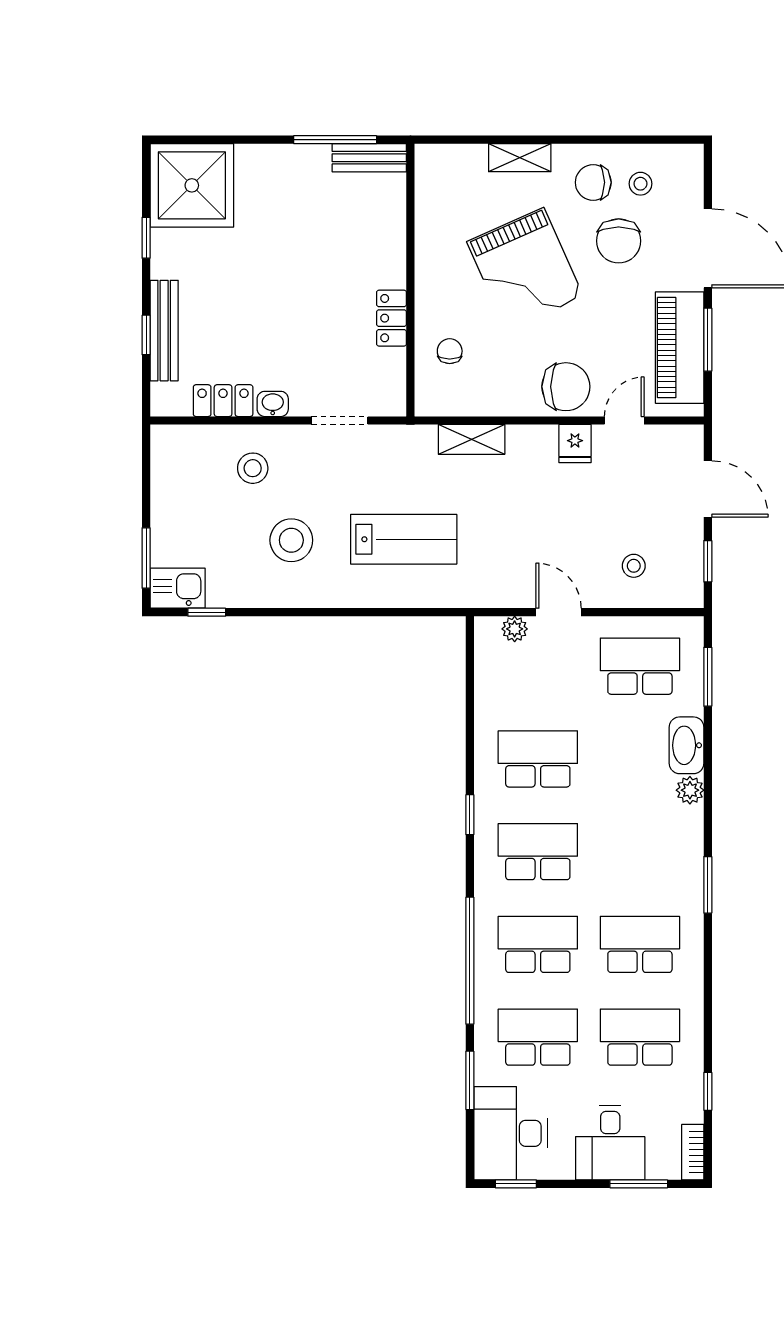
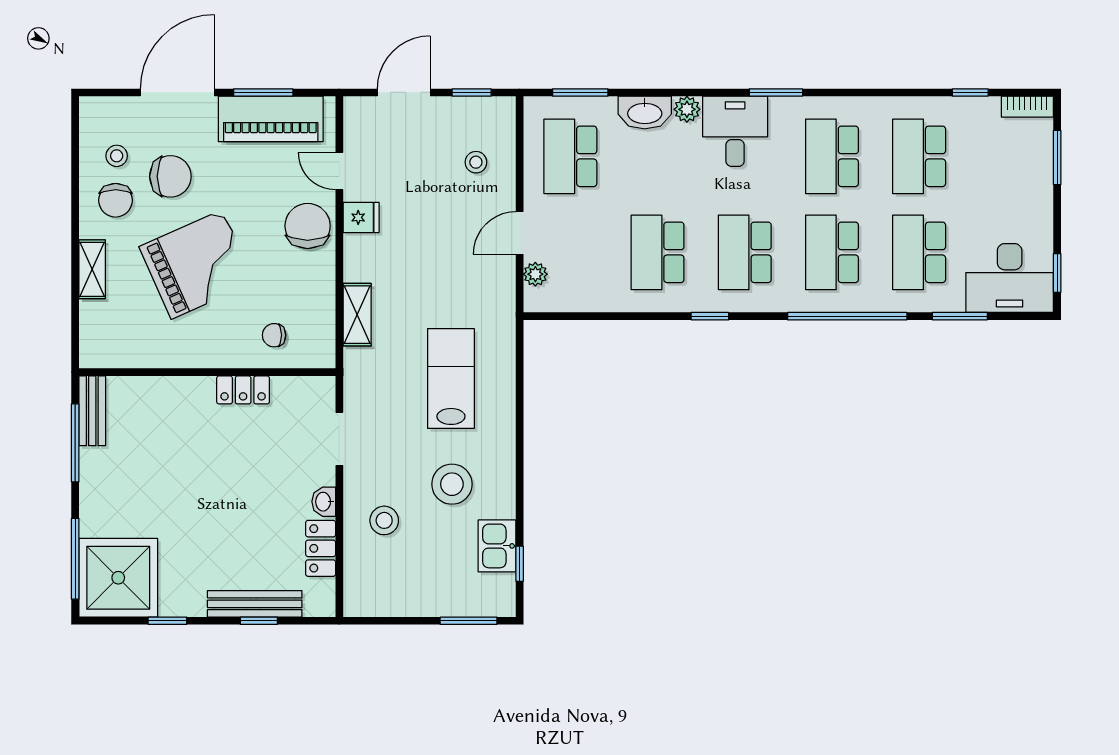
window: (212, 140) -> (75, 559), added
kitchen sink: (178, 588) -> (497, 546), moved
desk: (610, 1143) -> (735, 131), moved, turned -90

